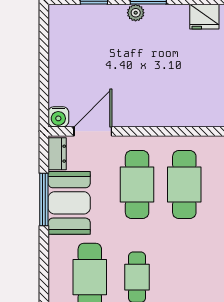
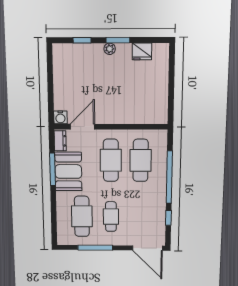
fridge: (204, 17) -> (142, 51), moved

